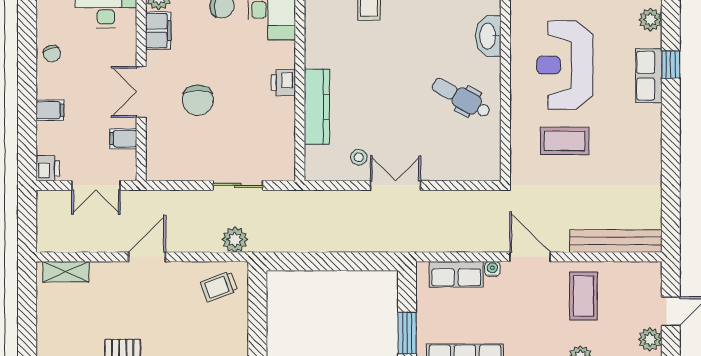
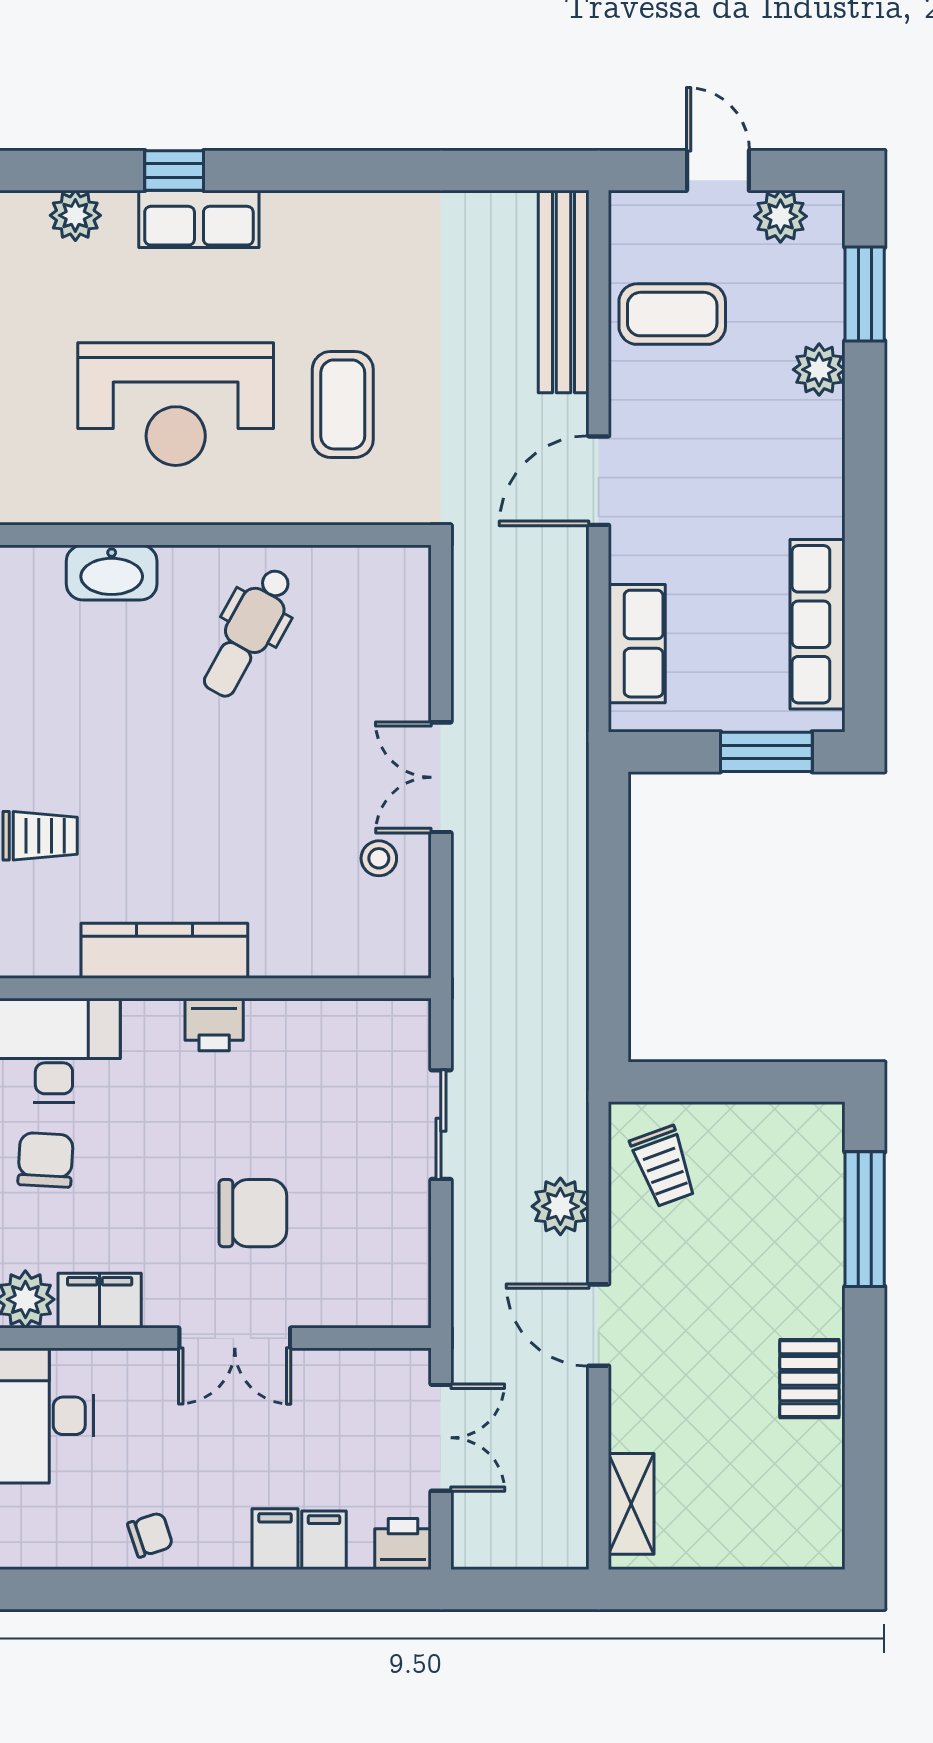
kitchen counter: (317, 107) -> (164, 951), moved
filing cabinet: (123, 139) -> (324, 1540), moved, turned 180
plant: (235, 240) -> (560, 1206), moved
water cooler: (492, 269) -> (625, 564), removed
coffee table: (583, 296) -> (672, 314), moved

